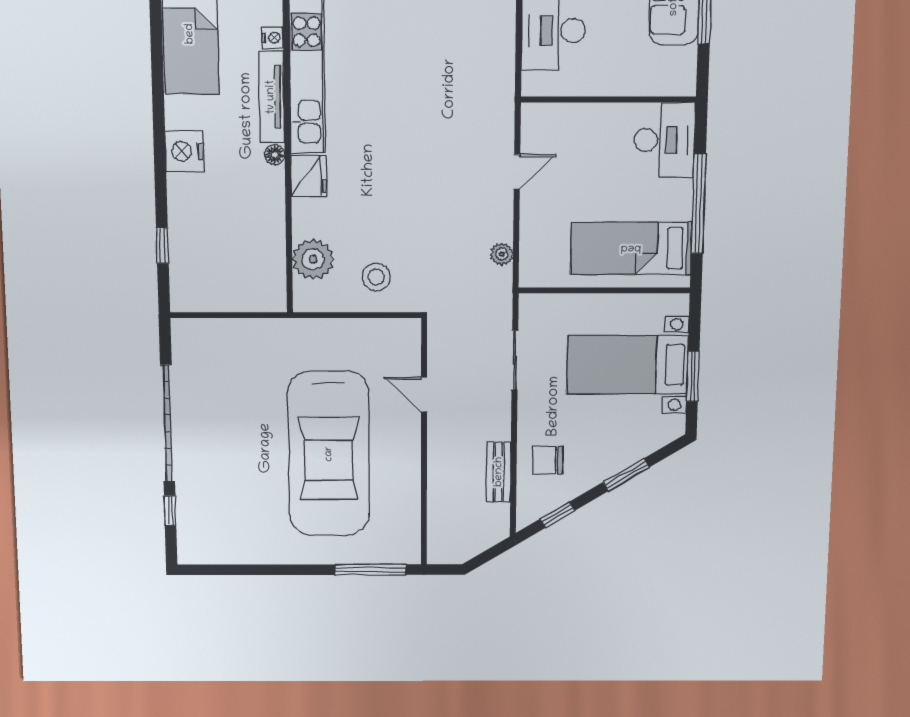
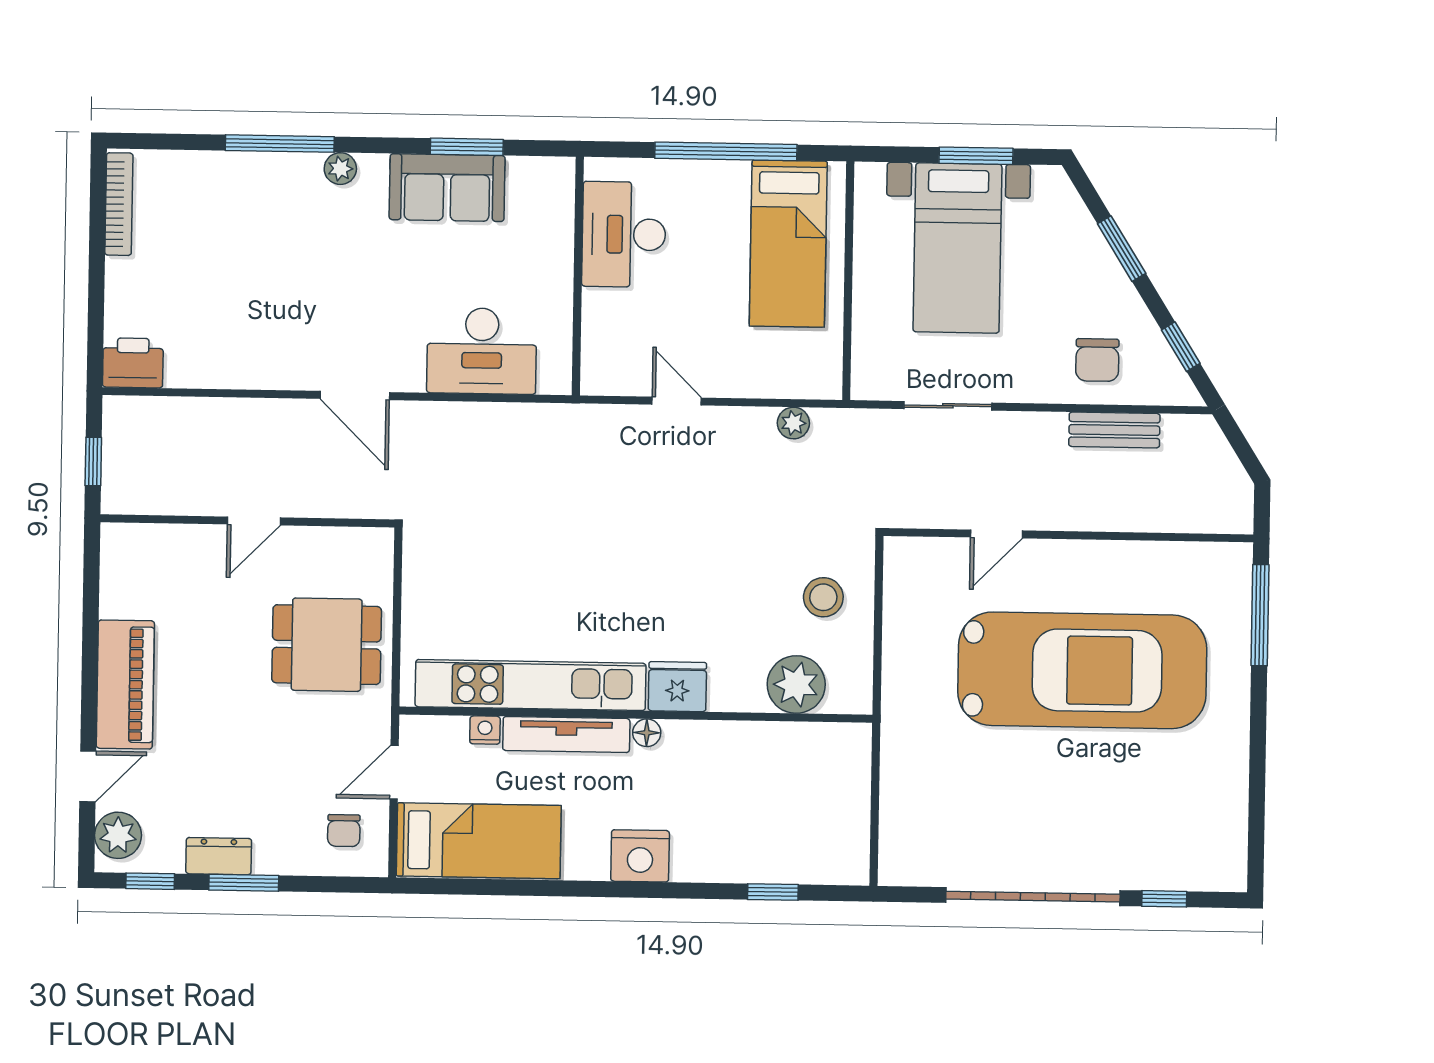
desk: (665, 140) -> (624, 234), moved, turned -90

